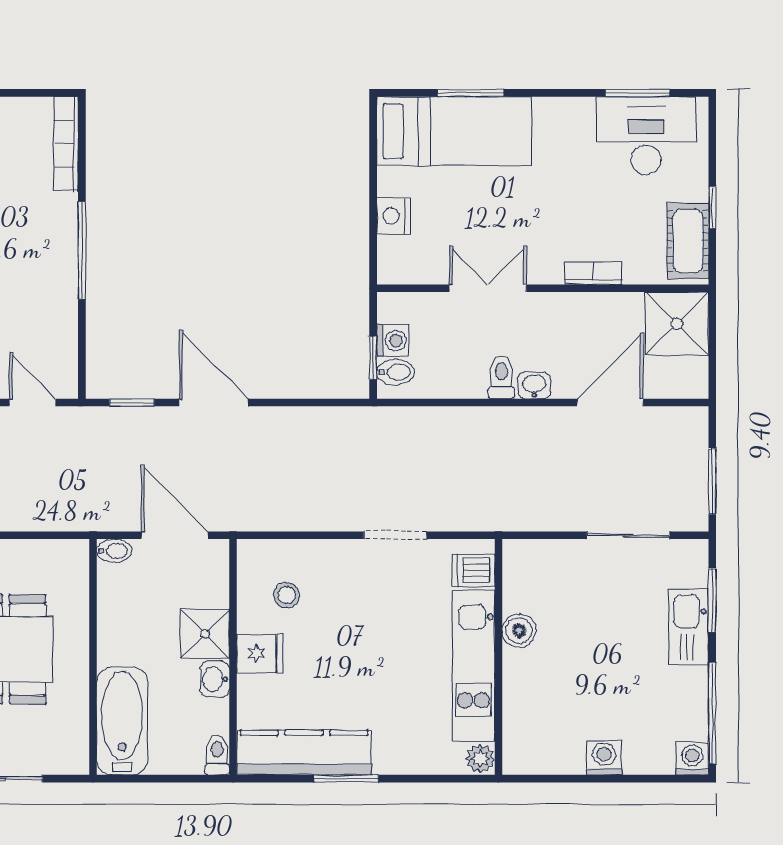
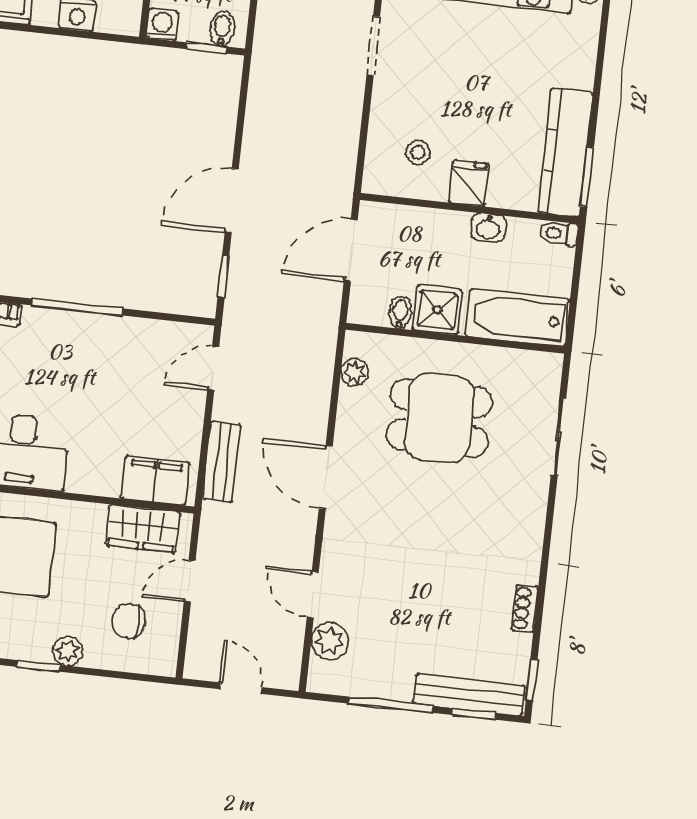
washing machine: (393, 341) -> (162, 25), moved
bidet: (114, 551) -> (400, 312), moved
plant: (45, 554) -> (355, 372), added
shower: (205, 634) -> (437, 310), moved
window: (346, 779) -> (587, 177), moved

